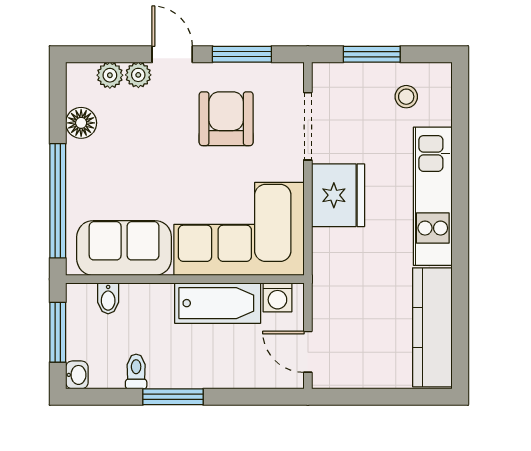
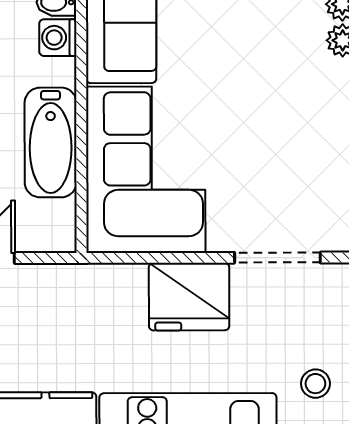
armchair: (226, 119) -> (287, 153), removed
washing machine: (277, 297) -> (58, 38), moved

